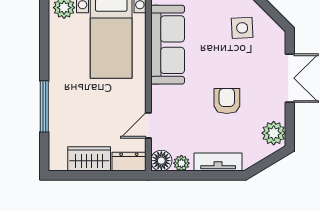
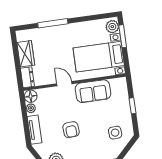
sofa: (168, 45) -> (93, 91), width x0.73
armchair: (227, 101) -> (71, 130), turned 86
door: (148, 125) -> (64, 84), moved

